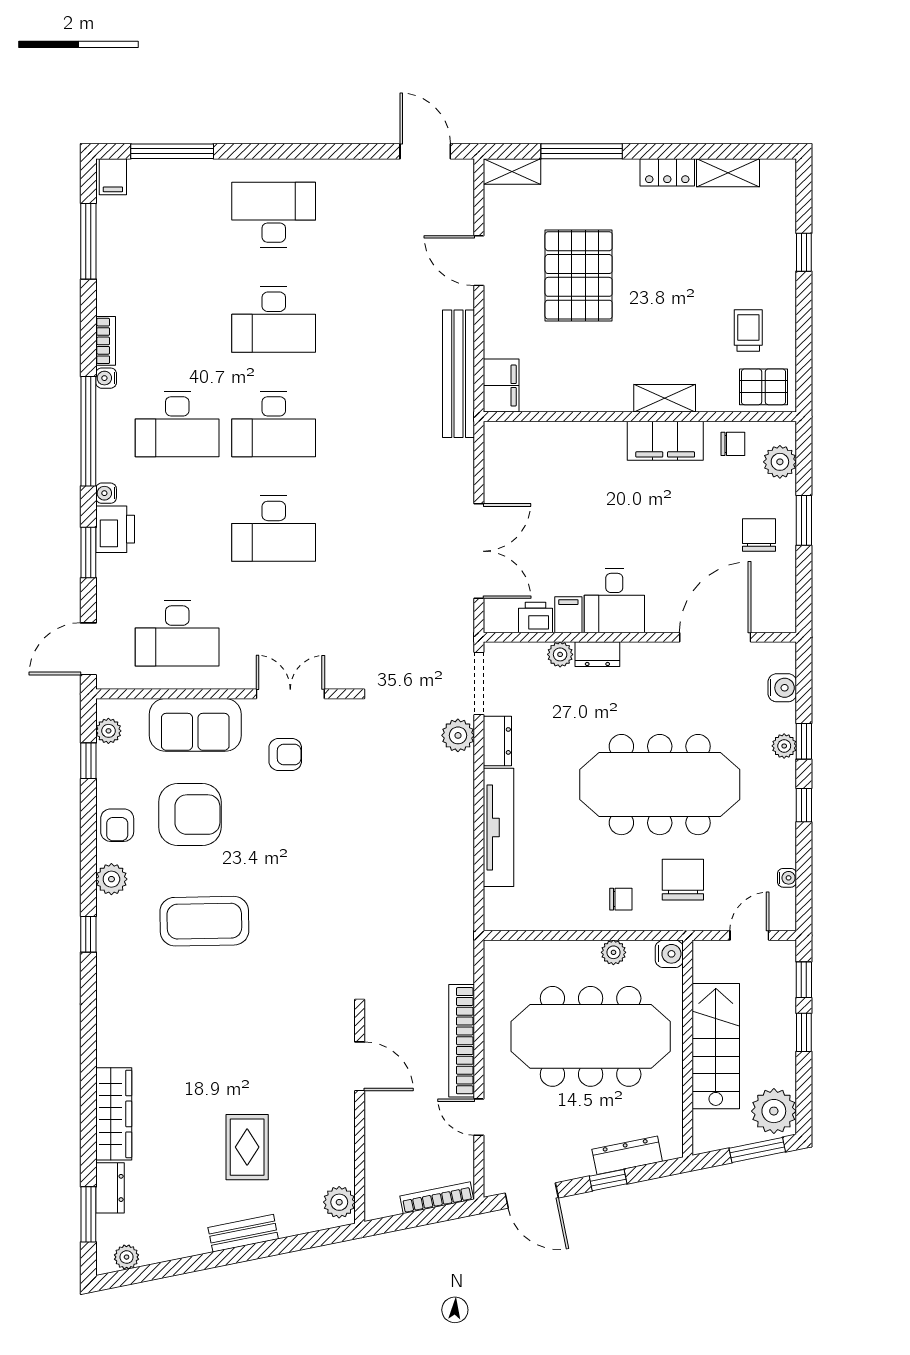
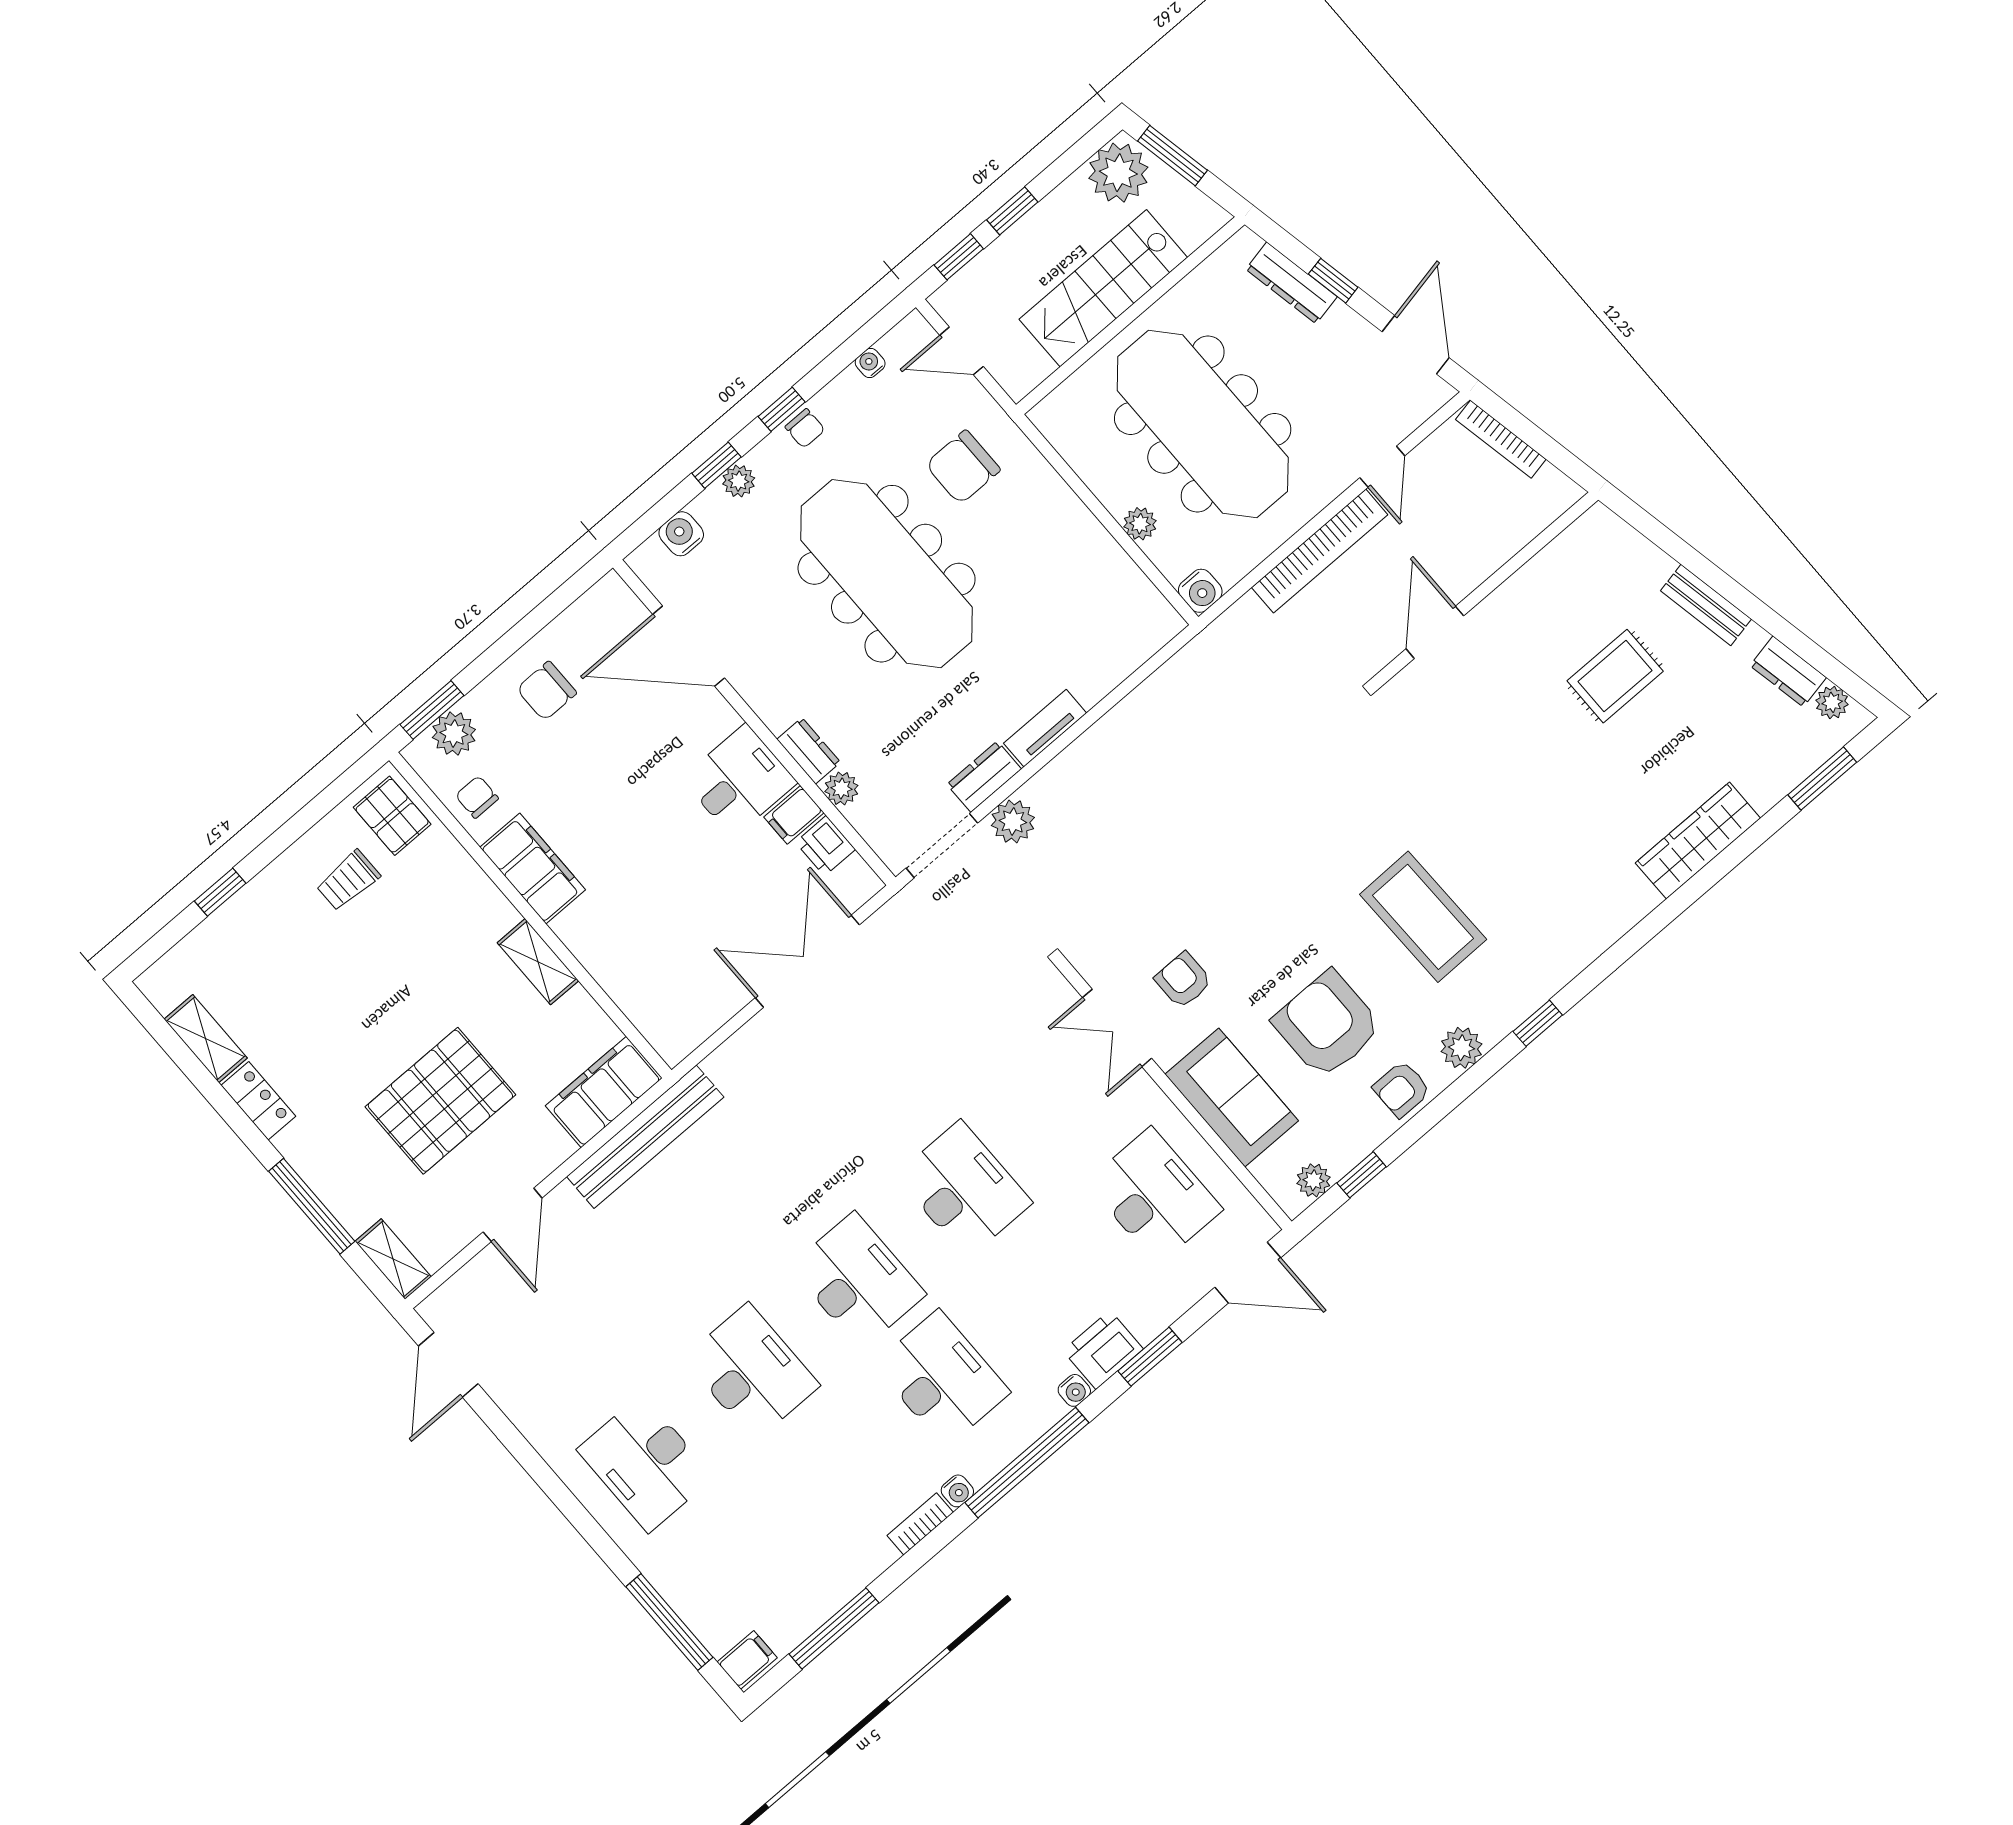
filing cabinet: (501, 386) -> (604, 1092), width x1.50, depth x1.17
shelving: (665, 398) -> (538, 962), moved
window: (804, 520) -> (432, 710), moved
armchair: (117, 825) -> (1402, 1089), turned 180
tv unit: (499, 827) -> (1045, 728), width x0.52, depth x0.78
chair: (621, 899) -> (805, 428), moved, turned 180
plant: (613, 952) -> (1140, 524), moved
water cooler: (669, 954) -> (1200, 591), moved, turned 180
dresser: (110, 1188) -> (1788, 672), moved, turned -101
plant: (339, 1202) -> (1591, 534), removed

